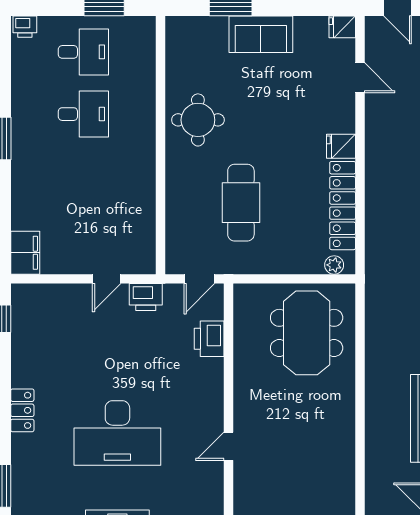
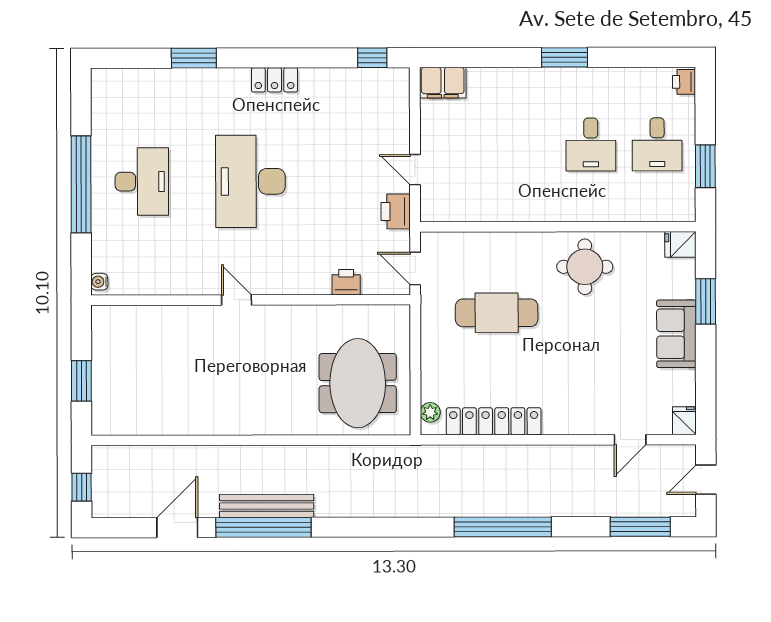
fridge: (341, 146) -> (680, 244), moved, turned -90
meeting table: (307, 333) -> (358, 383), turned 90
printer: (209, 339) -> (346, 282), width x0.73, depth x0.81

